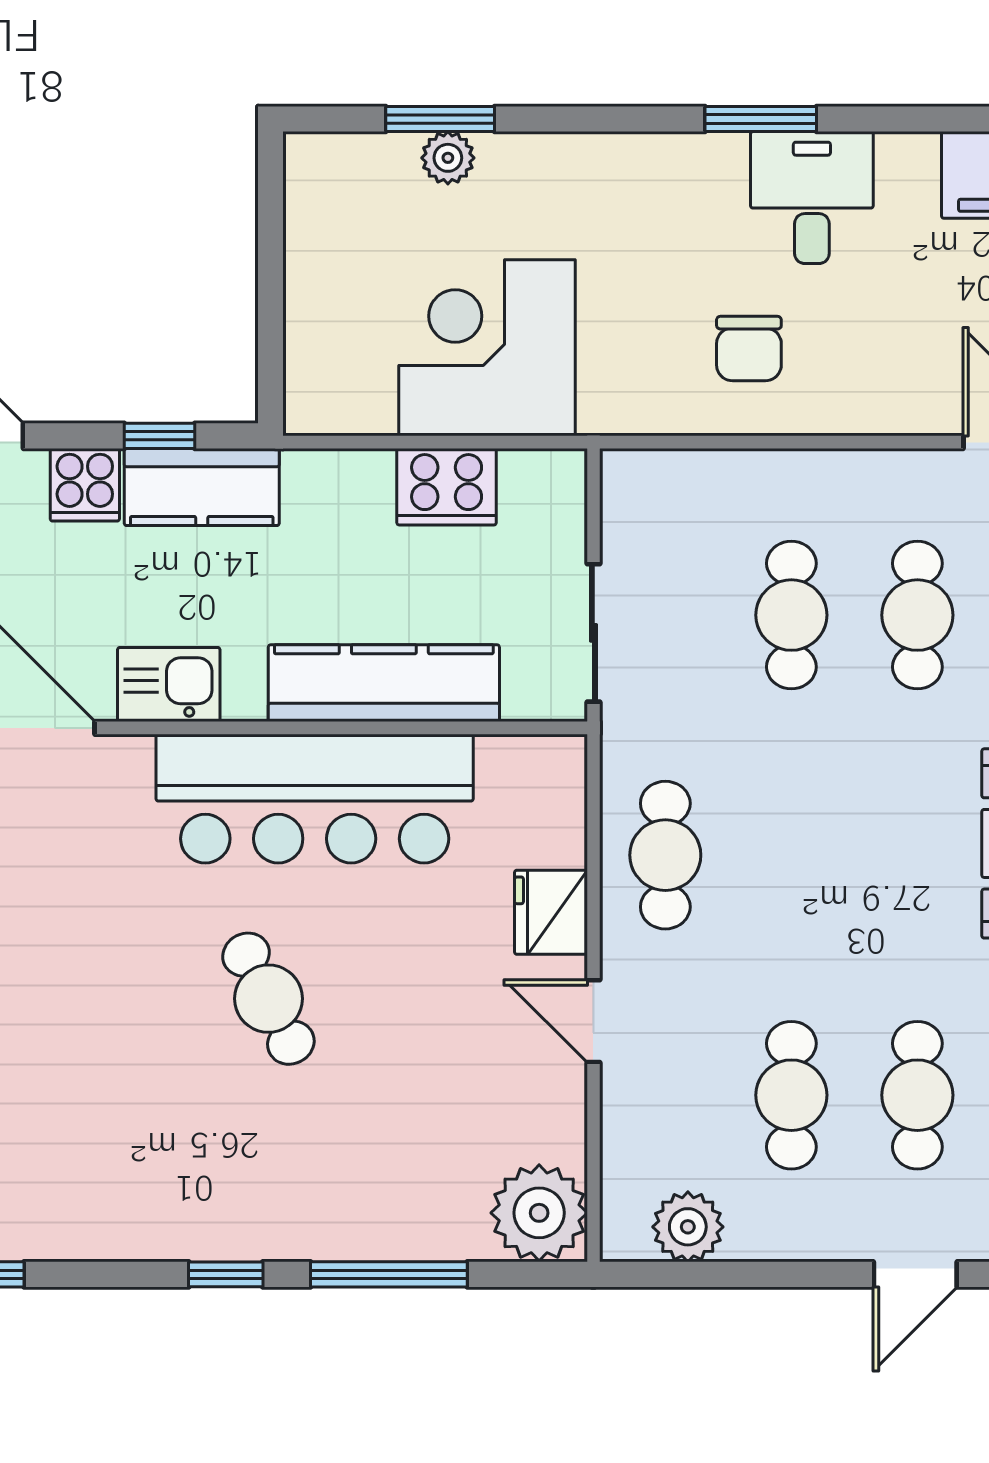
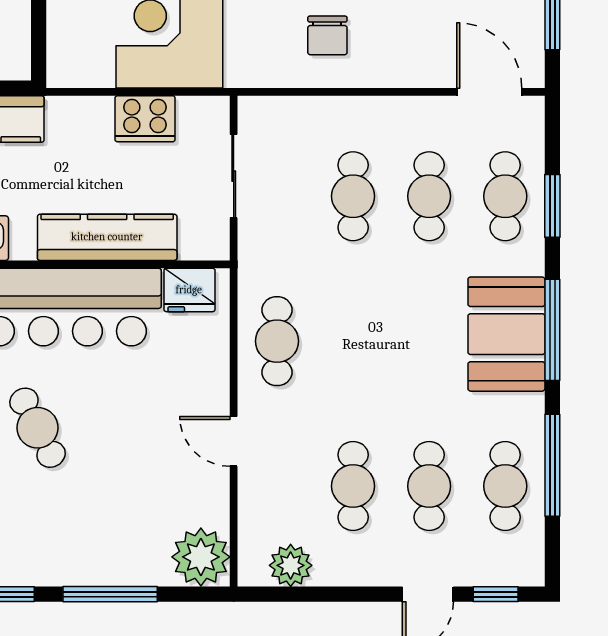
sliding door: (593, 633) -> (234, 176), moved
fridge: (551, 912) -> (189, 290), moved, turned -90

